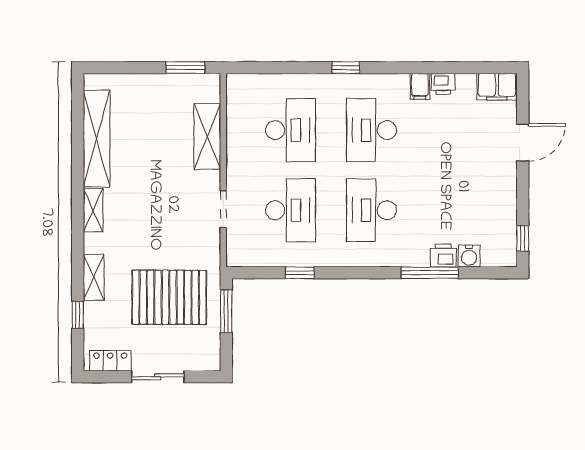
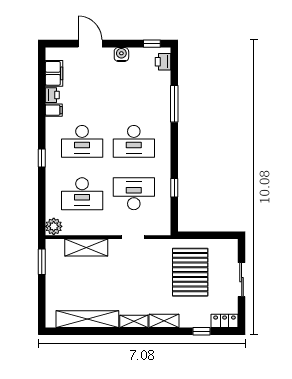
plant: (240, 86) -> (54, 226), added
filing cabinet: (497, 87) -> (54, 73), moved
desk: (291, 130) -> (82, 194), turned 180
printer: (443, 255) -> (163, 62), moved
water cooler: (469, 256) -> (121, 54), moved, turned -90
shelving: (94, 277) -> (164, 321), moved
window: (226, 311) -> (199, 235), removed
locker: (110, 361) -> (225, 321), moved, turned 90

